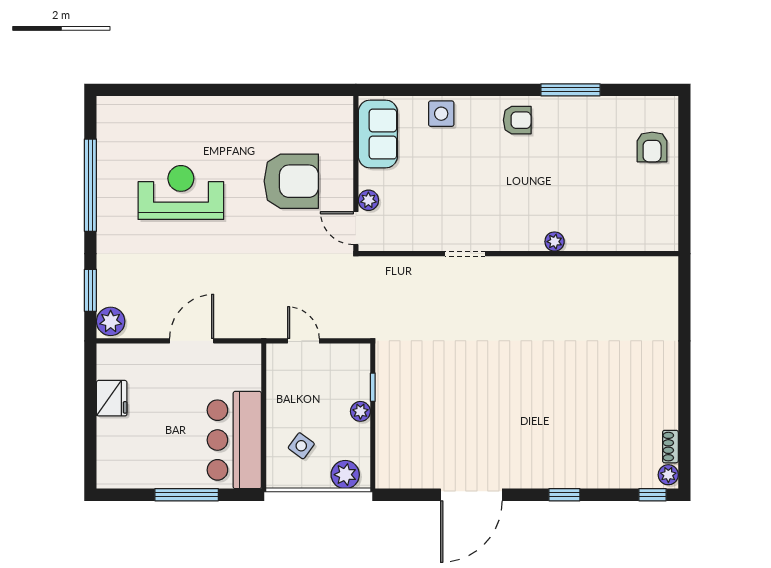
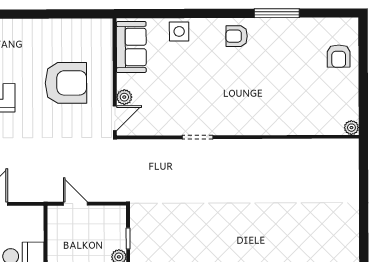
armchair: (517, 120) -> (237, 36), turned 180
door: (356, 228) -> (115, 118), swing flipped
plant: (555, 242) -> (351, 128), moved

